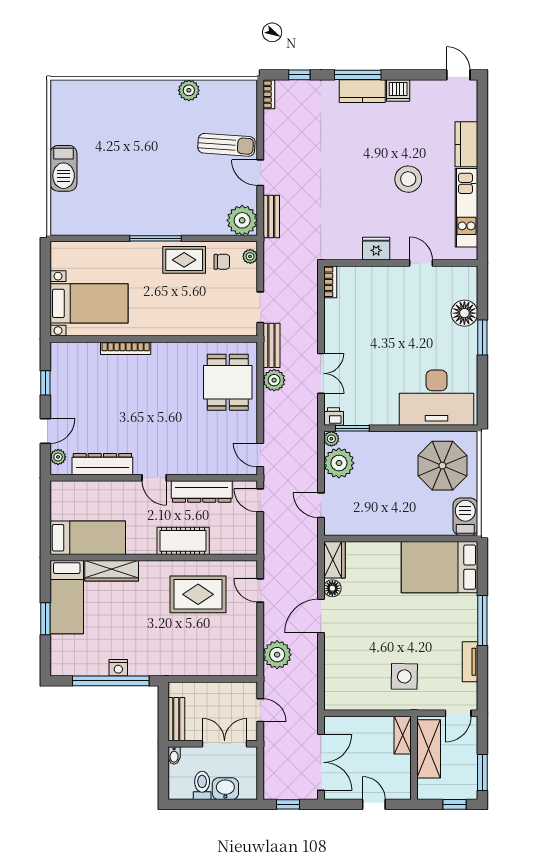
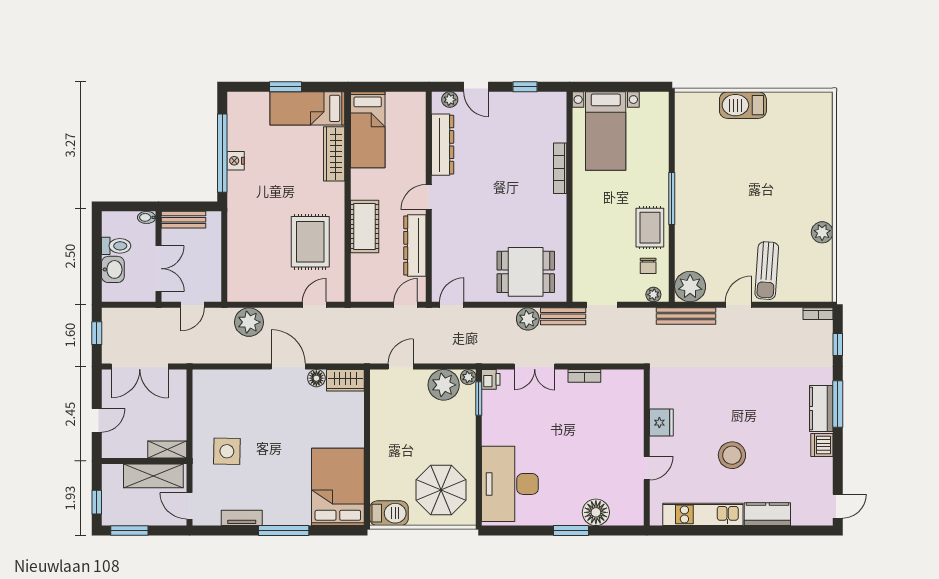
bench: (271, 217) -> (686, 316), width x1.36
bookcase: (330, 282) -> (584, 376), moved

